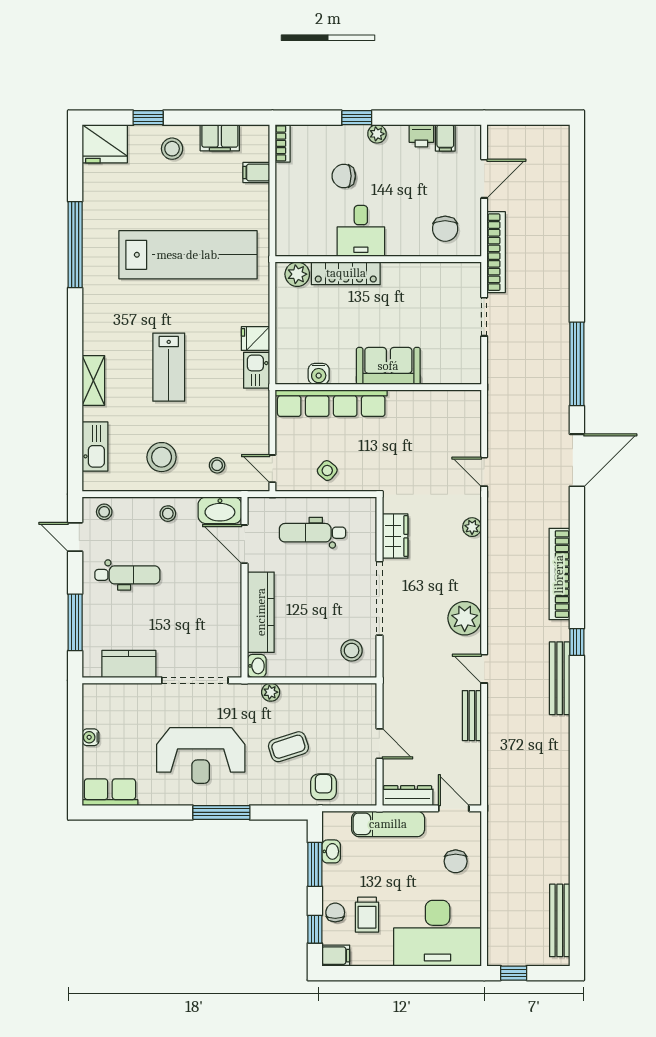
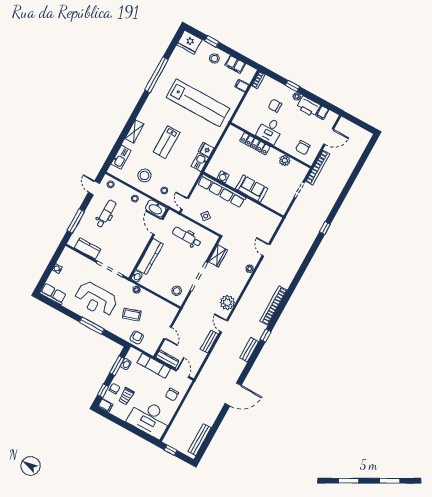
printer: (421, 136) -> (308, 106), width x1.87, depth x1.48
plant: (297, 274) -> (285, 161), moved
window: (577, 364) -> (325, 228), width x0.32
door: (577, 460) -> (233, 394), moved
dental chair: (127, 575) -> (106, 214), turned -90
bench: (560, 678) -> (249, 350), width x0.73

